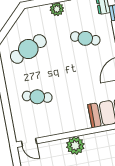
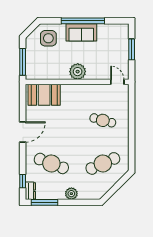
cafe table: (85, 38) -> (51, 163), width x1.37, depth x1.35

